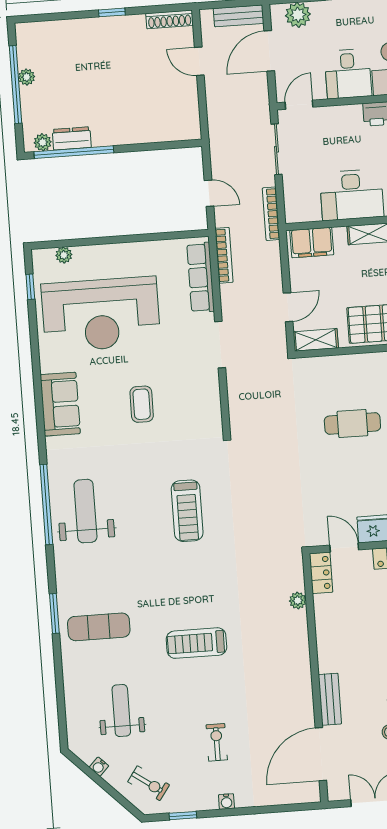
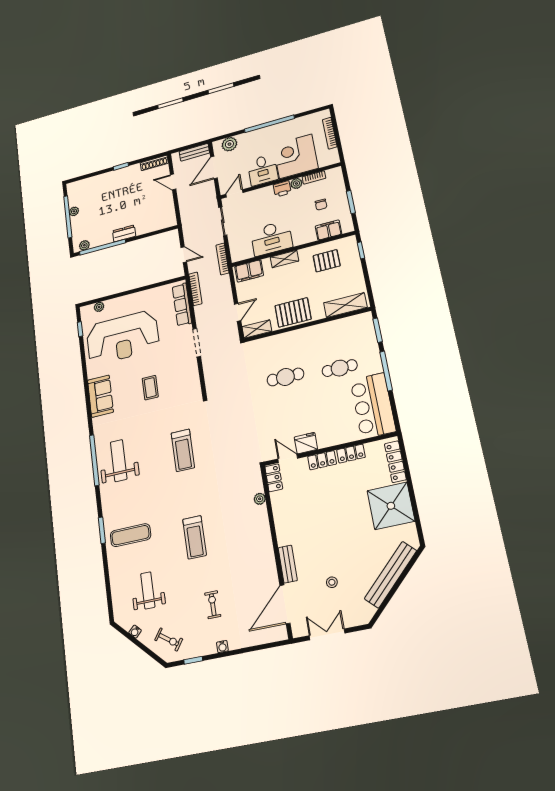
dresser: (72, 138) -> (124, 233), moved
treadmill: (196, 643) -> (195, 537), turned -90

